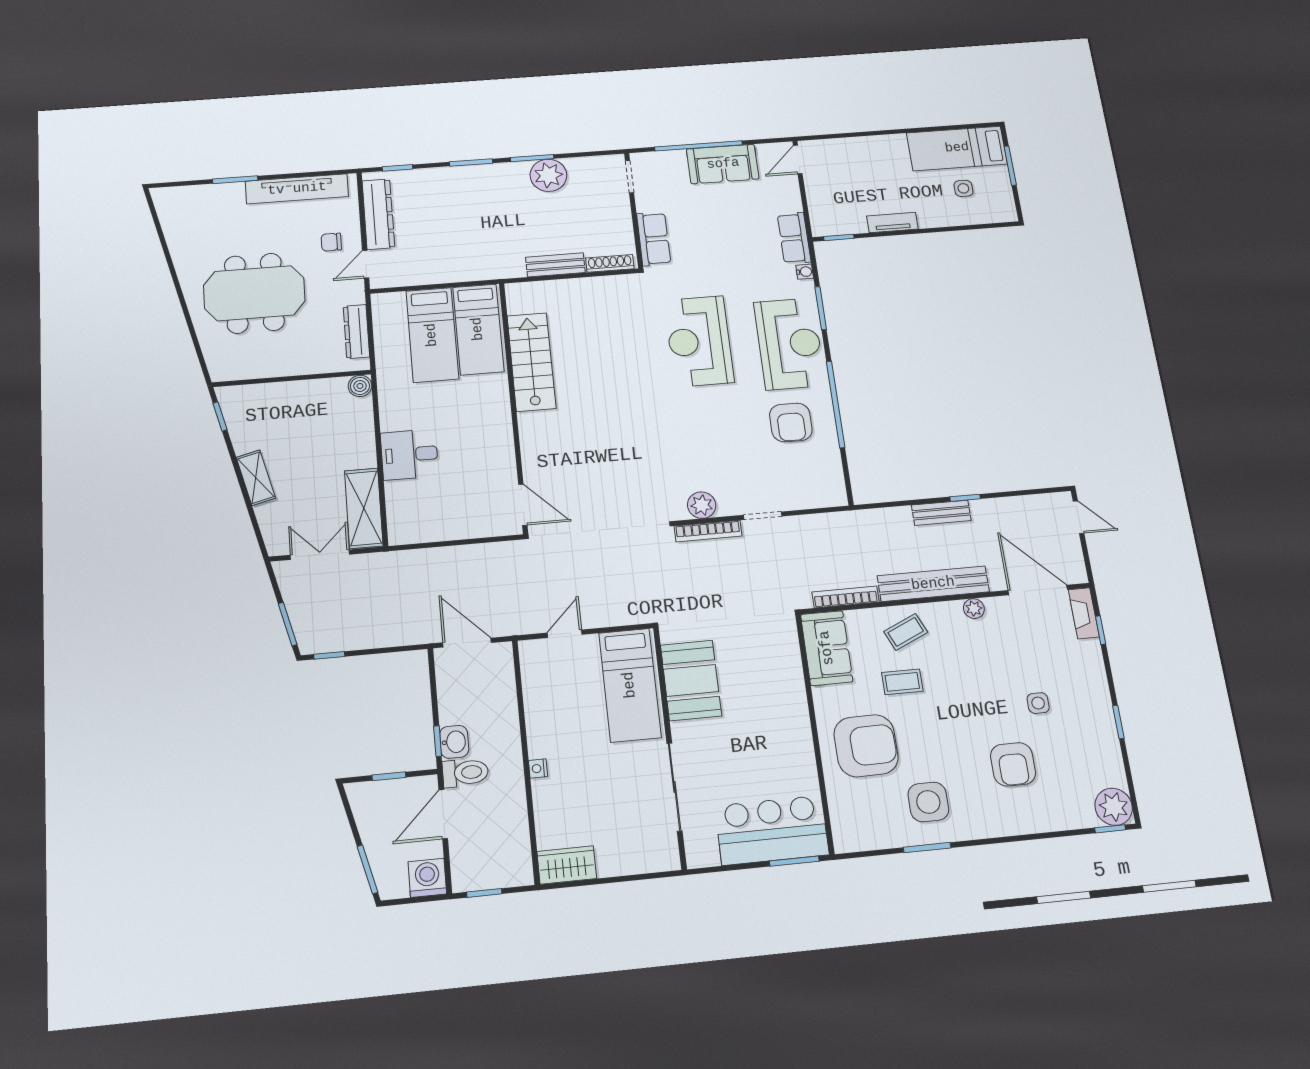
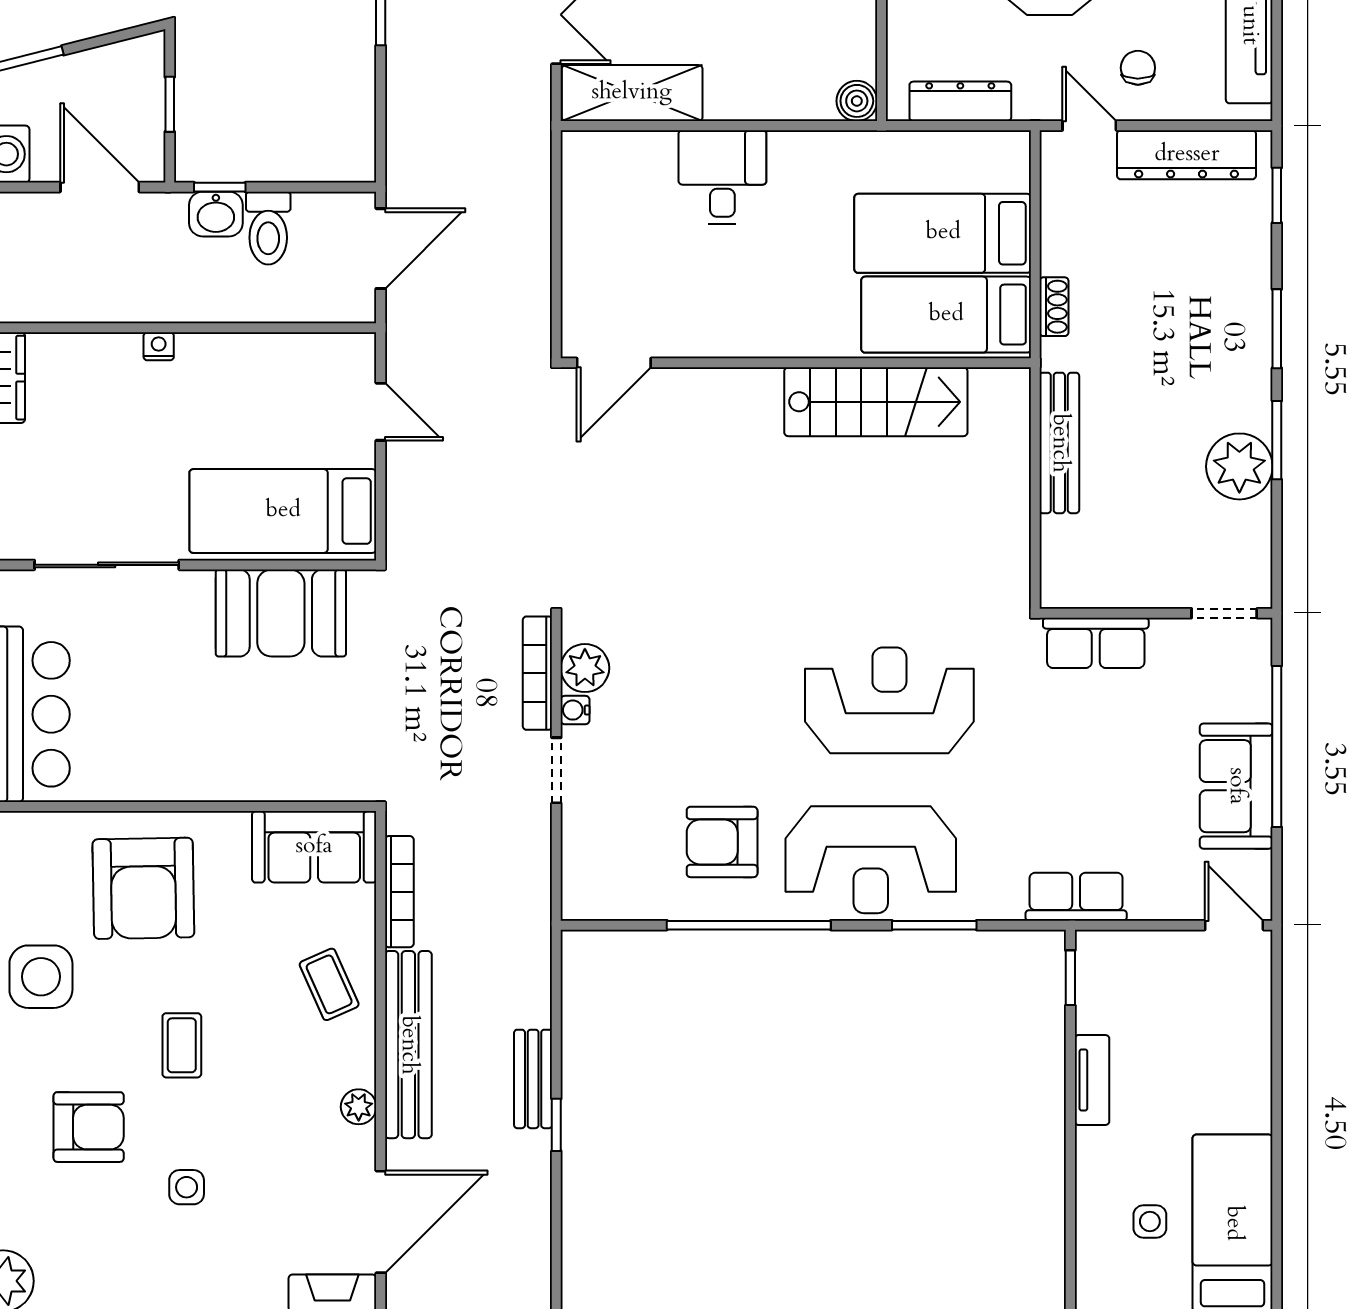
shoe rack: (610, 263) -> (1054, 307), moved, width x0.70
bench: (555, 265) -> (1059, 443), width x1.36
water cooler: (805, 272) -> (575, 710), moved, turned 90
coffee table: (902, 682) -> (182, 1045), moved
armchair: (1013, 764) -> (89, 1127), turned 180
toilet: (465, 773) -> (268, 228), moved

